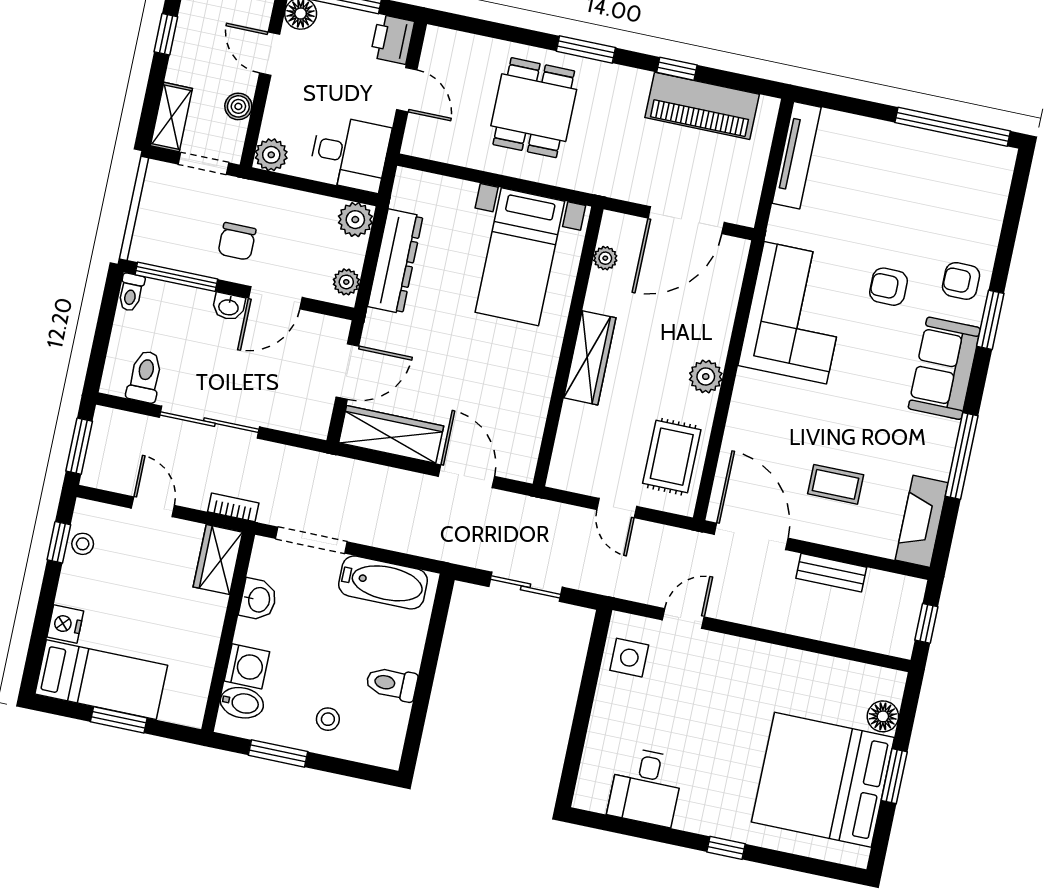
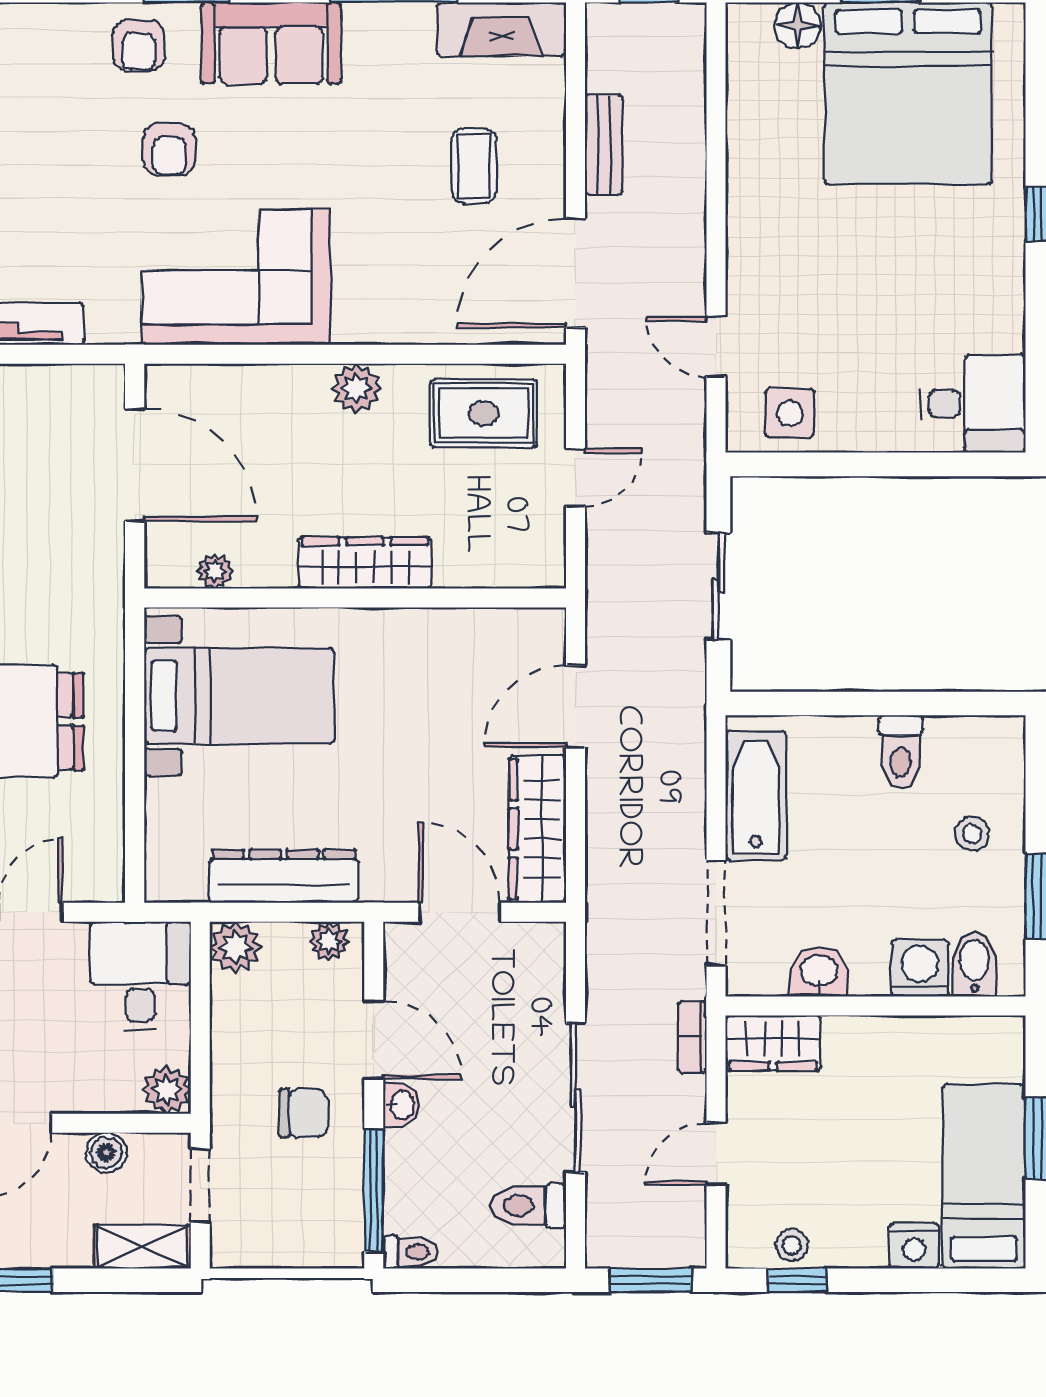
desk: (646, 787) -> (973, 404), moved

